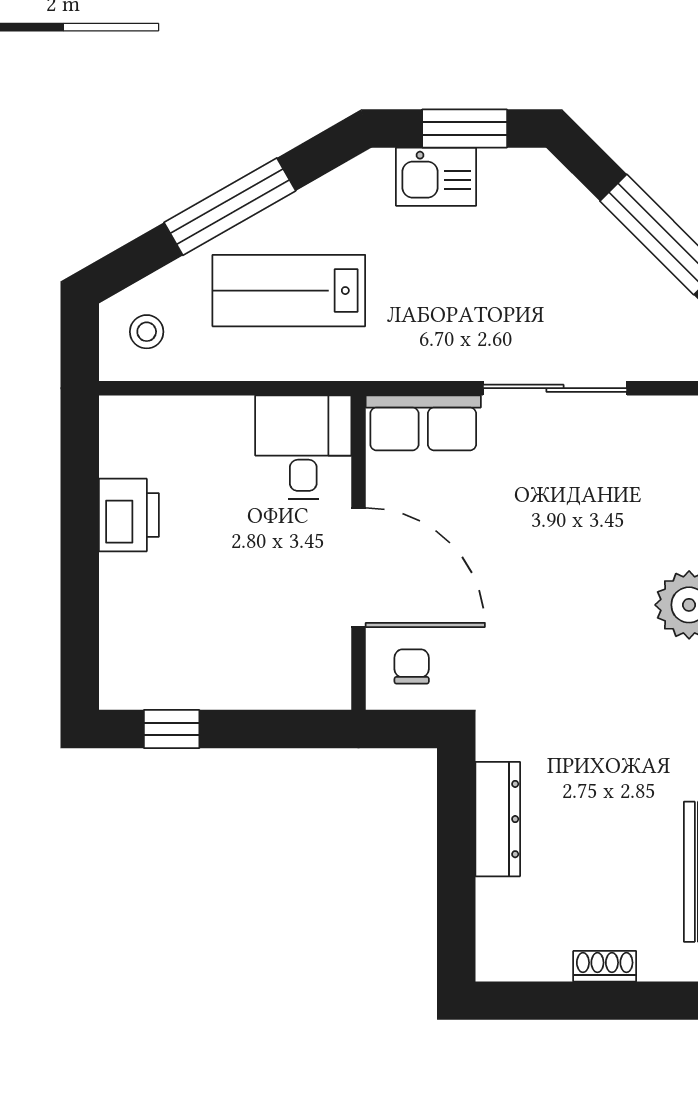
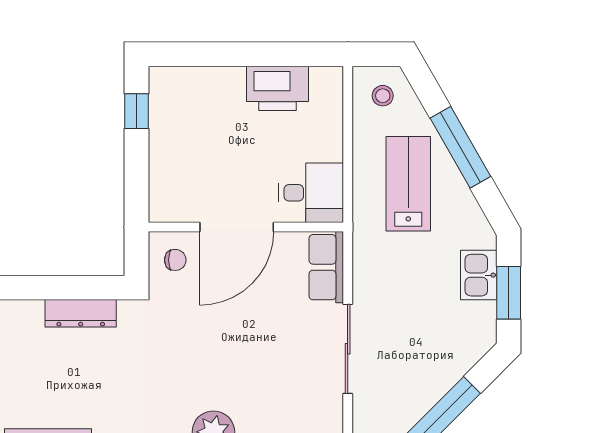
printer: (129, 515) -> (278, 88), width x1.37, depth x1.19

